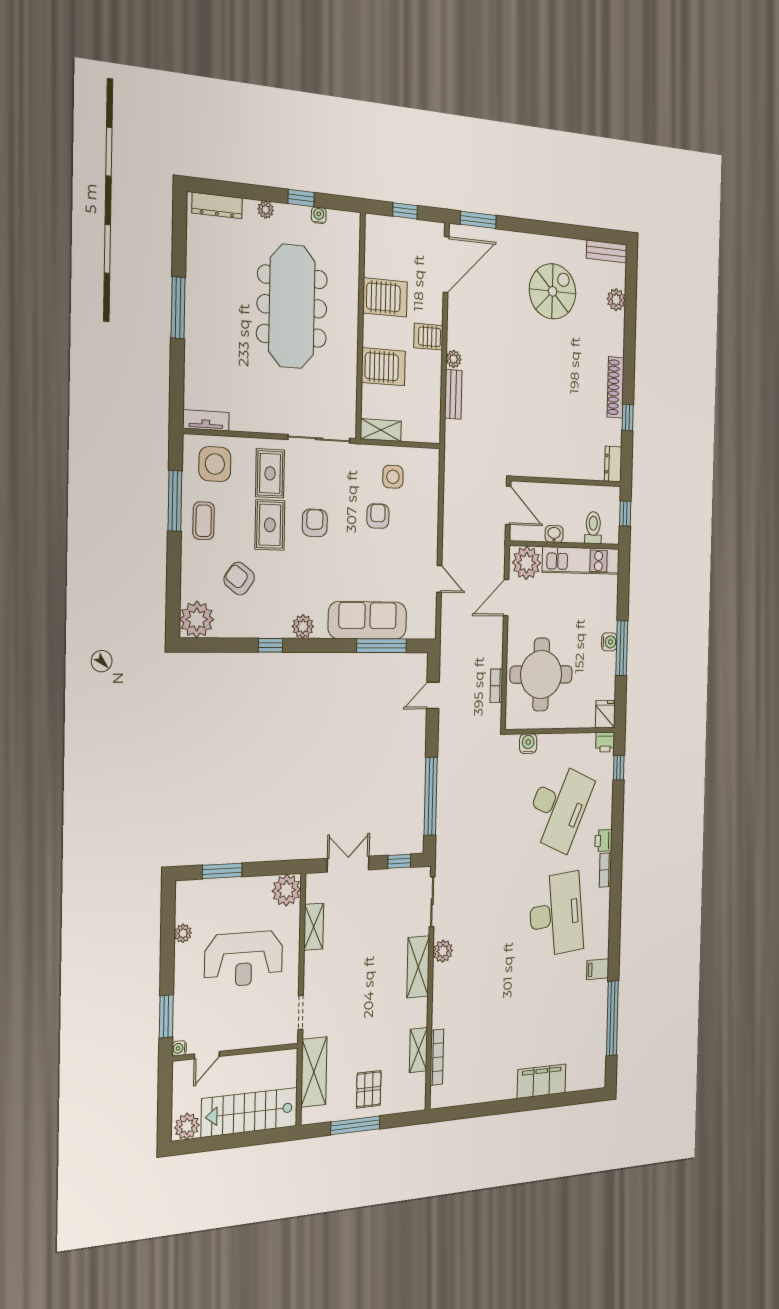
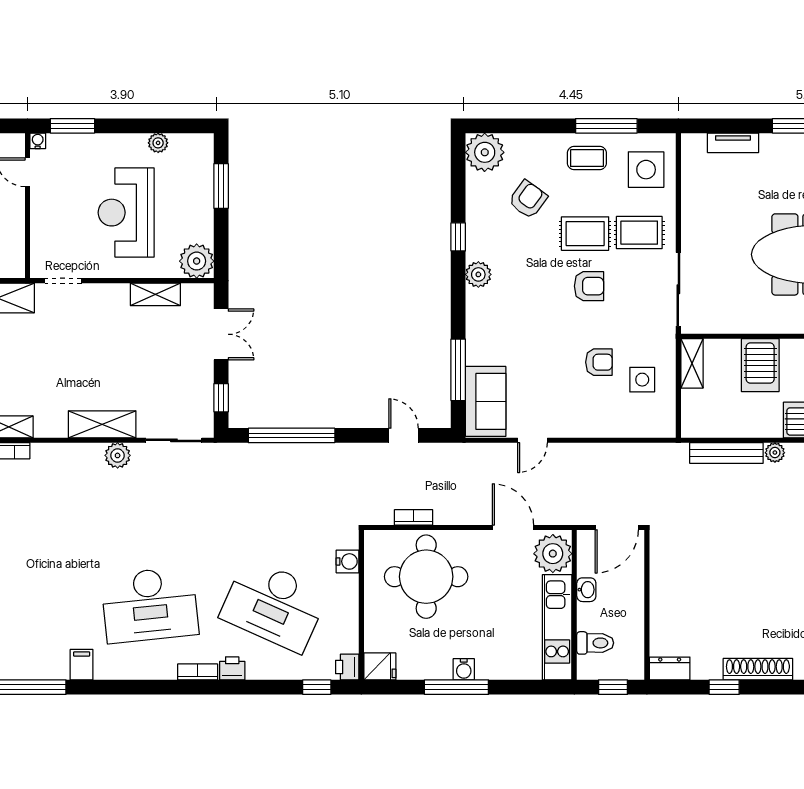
bench: (453, 394) -> (726, 453), width x1.36
tv unit: (206, 420) -> (733, 143), moved, turned 90
sofa: (367, 620) -> (486, 401), moved, width x0.73

